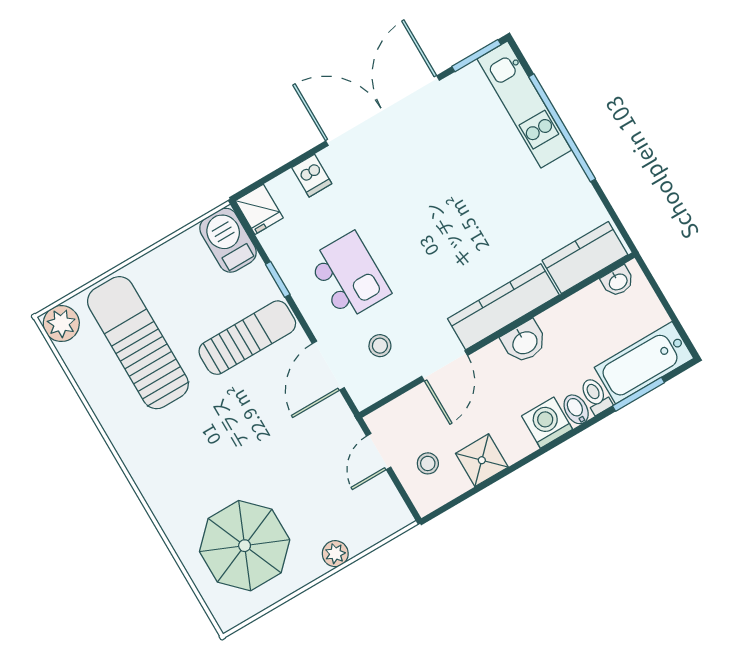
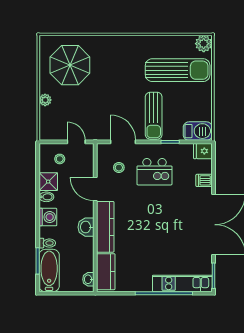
bidet: (576, 409) -> (46, 197), moved

